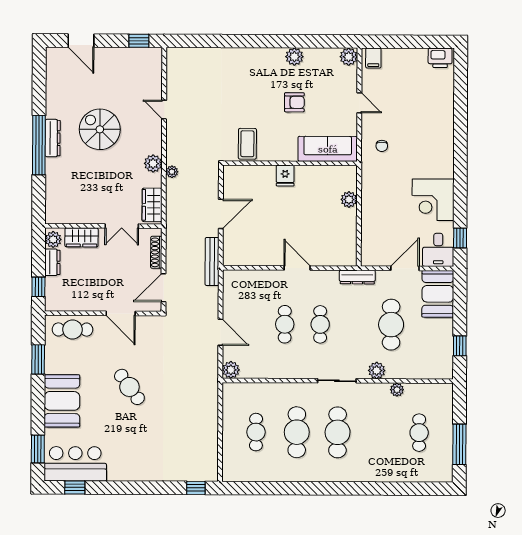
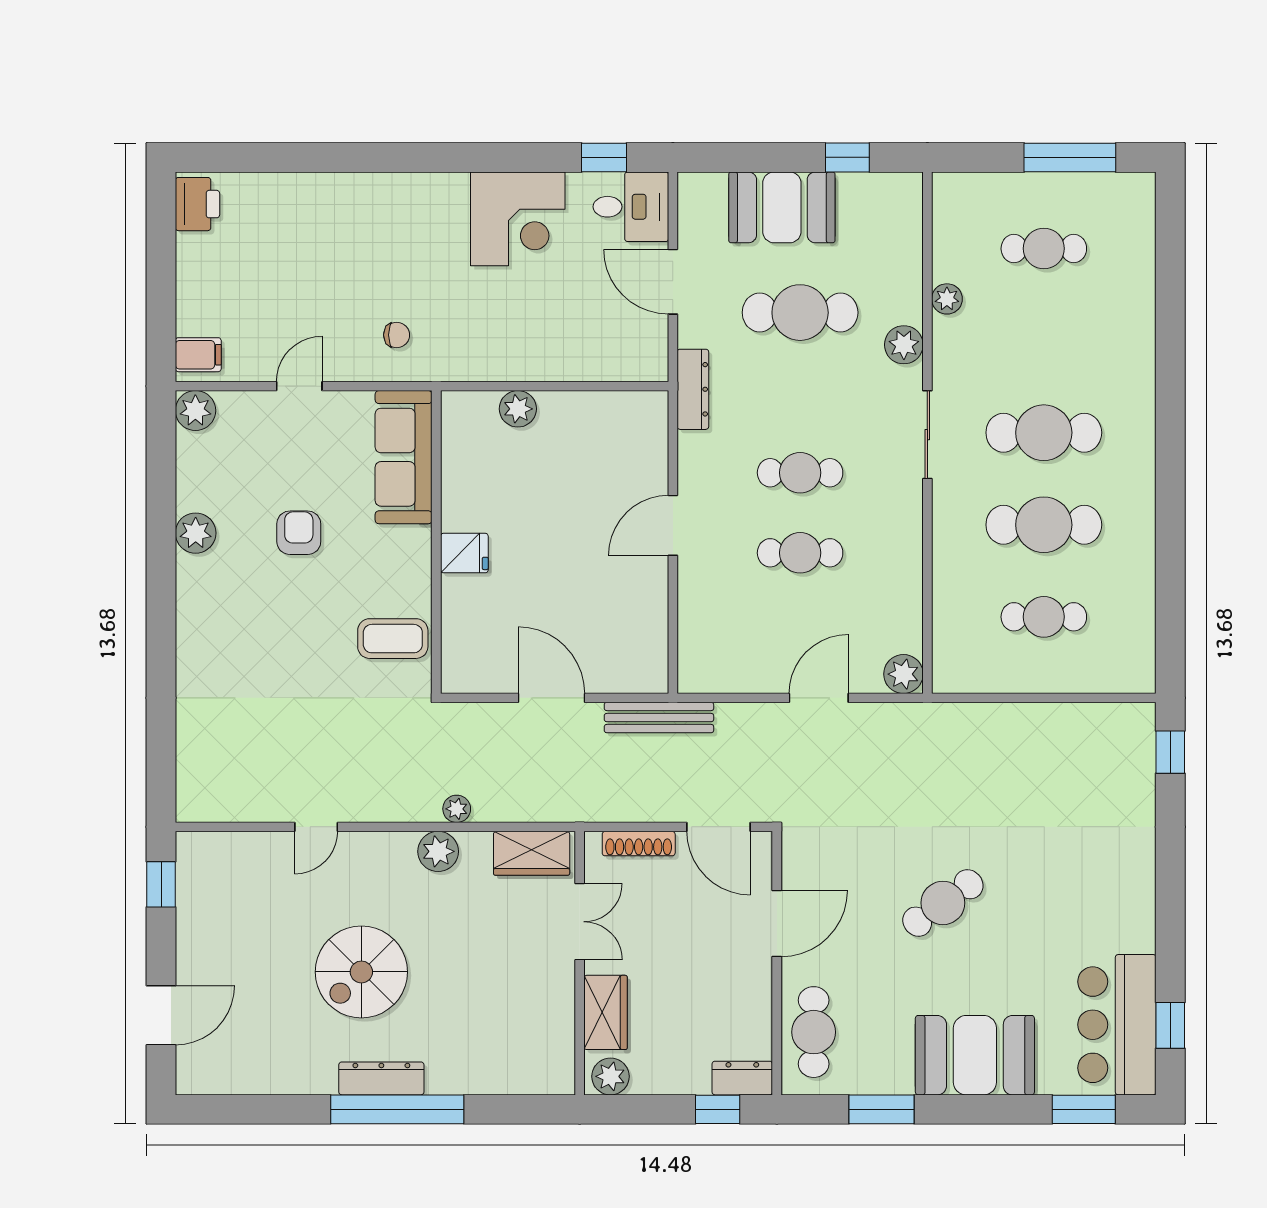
dresser: (52, 262) -> (742, 1078), moved
booth: (438, 294) -> (782, 207), moved

